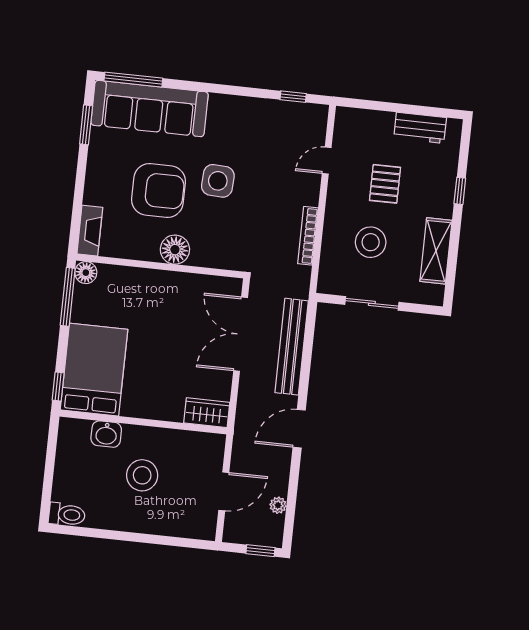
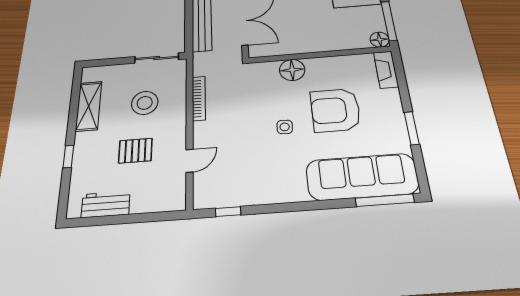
window: (86, 125) -> (412, 128), moved
side table: (218, 181) -> (285, 127), width x0.54, depth x0.54
pallet: (385, 184) -> (135, 151), turned 90
floor lamp: (175, 250) -> (292, 70), moved
sliding door: (372, 303) -> (157, 58), moved

